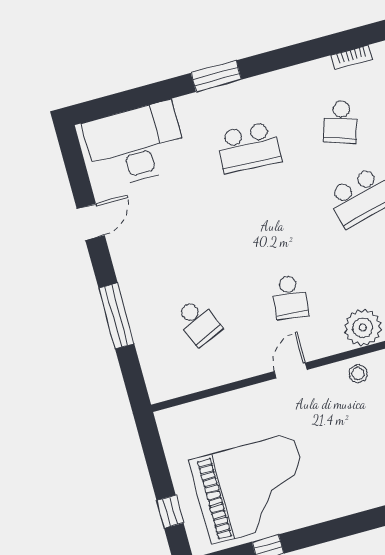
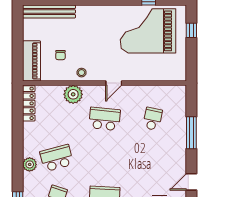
school desk: (290, 297) -> (105, 119), width x1.85
school desk: (198, 322) -> (152, 119), turned 36

